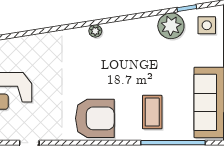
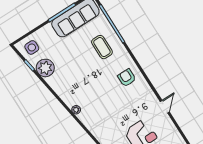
coffee table: (152, 112) -> (102, 47), turned 90
armchair: (95, 118) -> (127, 78), width x0.53, depth x0.53

